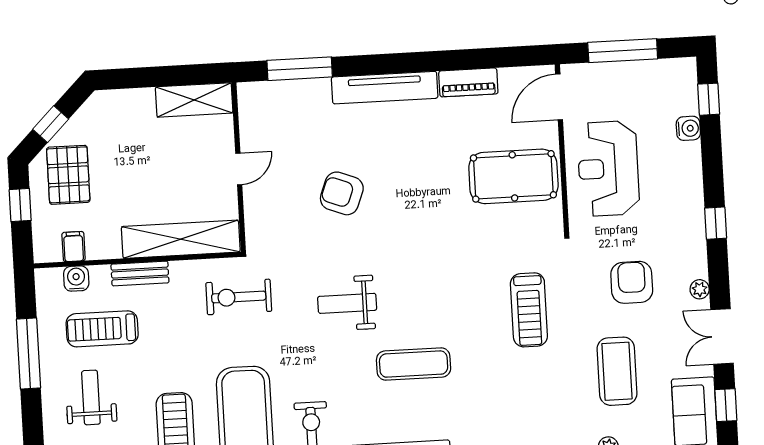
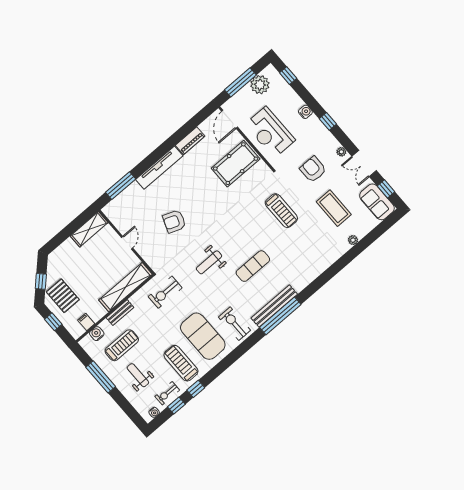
plant: (651, 79) -> (260, 85), added
water cooler: (688, 128) -> (305, 112), moved
treadmill: (102, 329) -> (122, 345), turned 180

